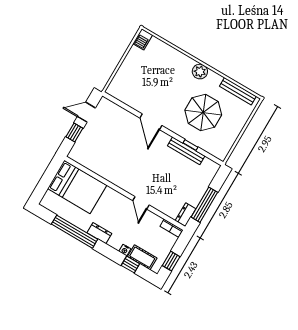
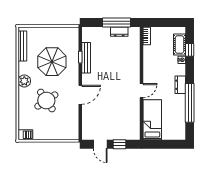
round table: (166, 83) -> (46, 101), added
bed: (77, 187) -> (152, 120), width x0.67
door: (141, 203) -> (142, 91), moved
dresser: (186, 215) -> (119, 32), moved
window: (171, 261) -> (170, 22), removed

